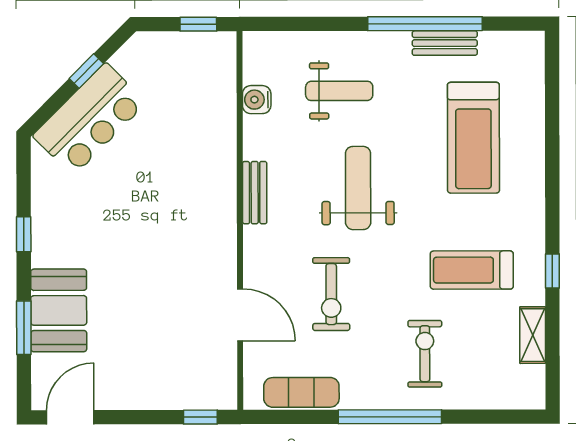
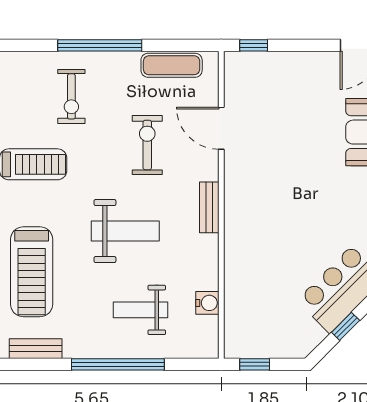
window: (425, 24) -> (118, 364), moved
bench: (445, 43) -> (36, 349), moved
treadmill: (473, 138) -> (32, 272), turned 180
weight bench: (358, 188) -> (125, 231), turned -90
bench: (255, 193) -> (209, 207), moved

